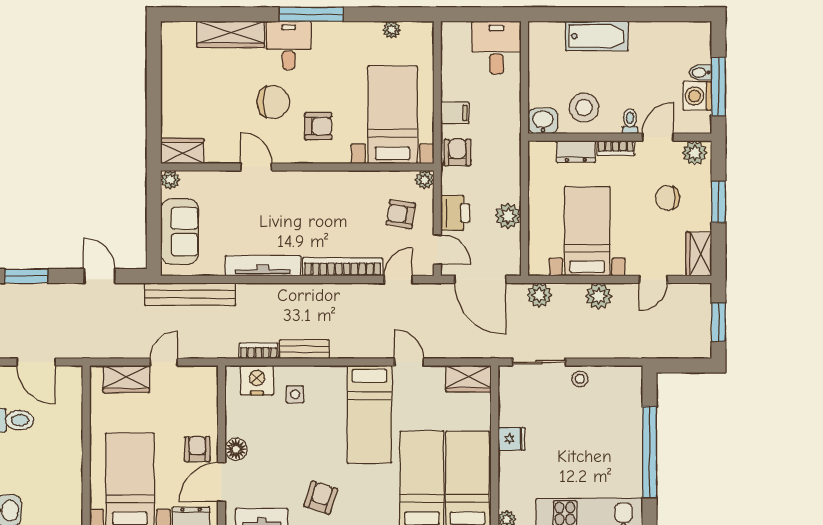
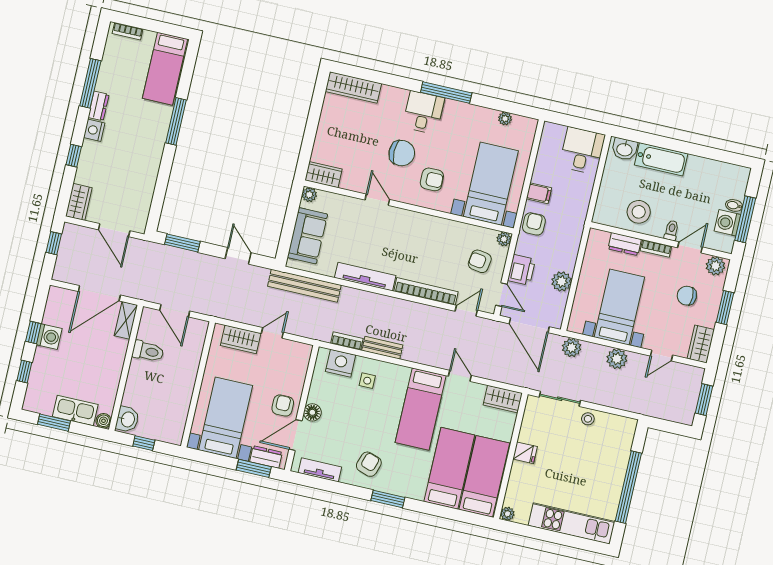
wardrobe: (231, 34) -> (353, 87), moved
washbasin: (543, 121) -> (624, 149), moved, turned 180

